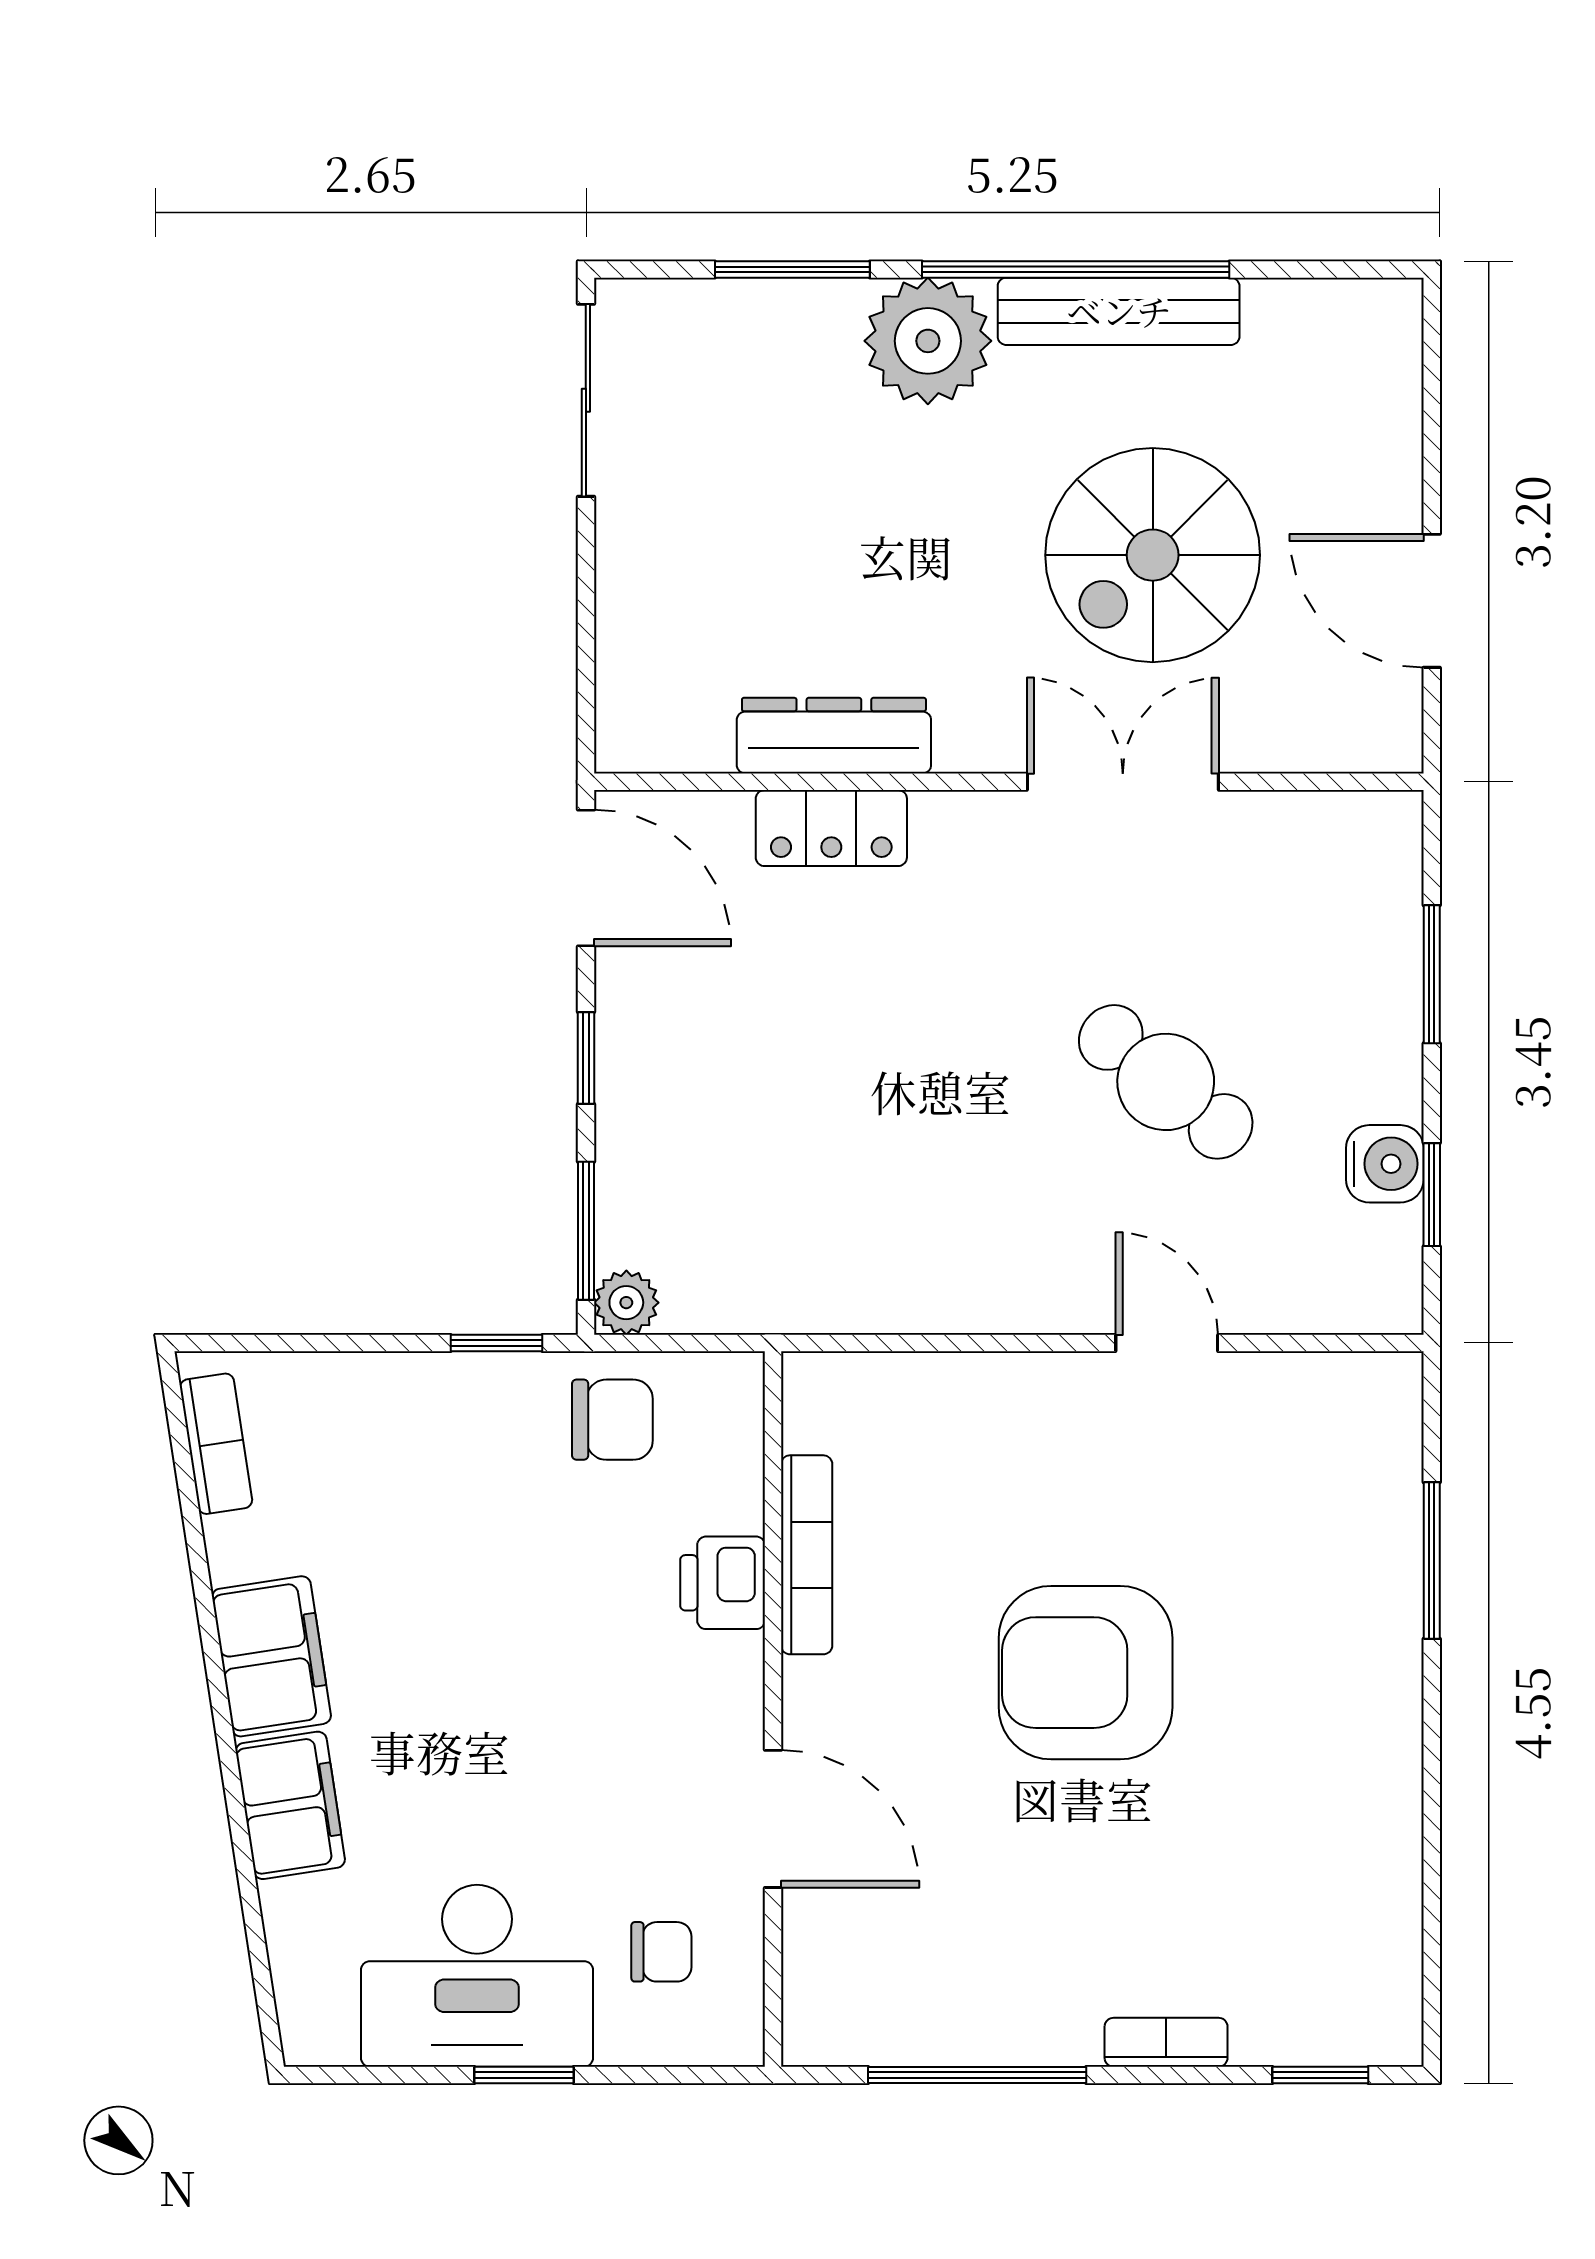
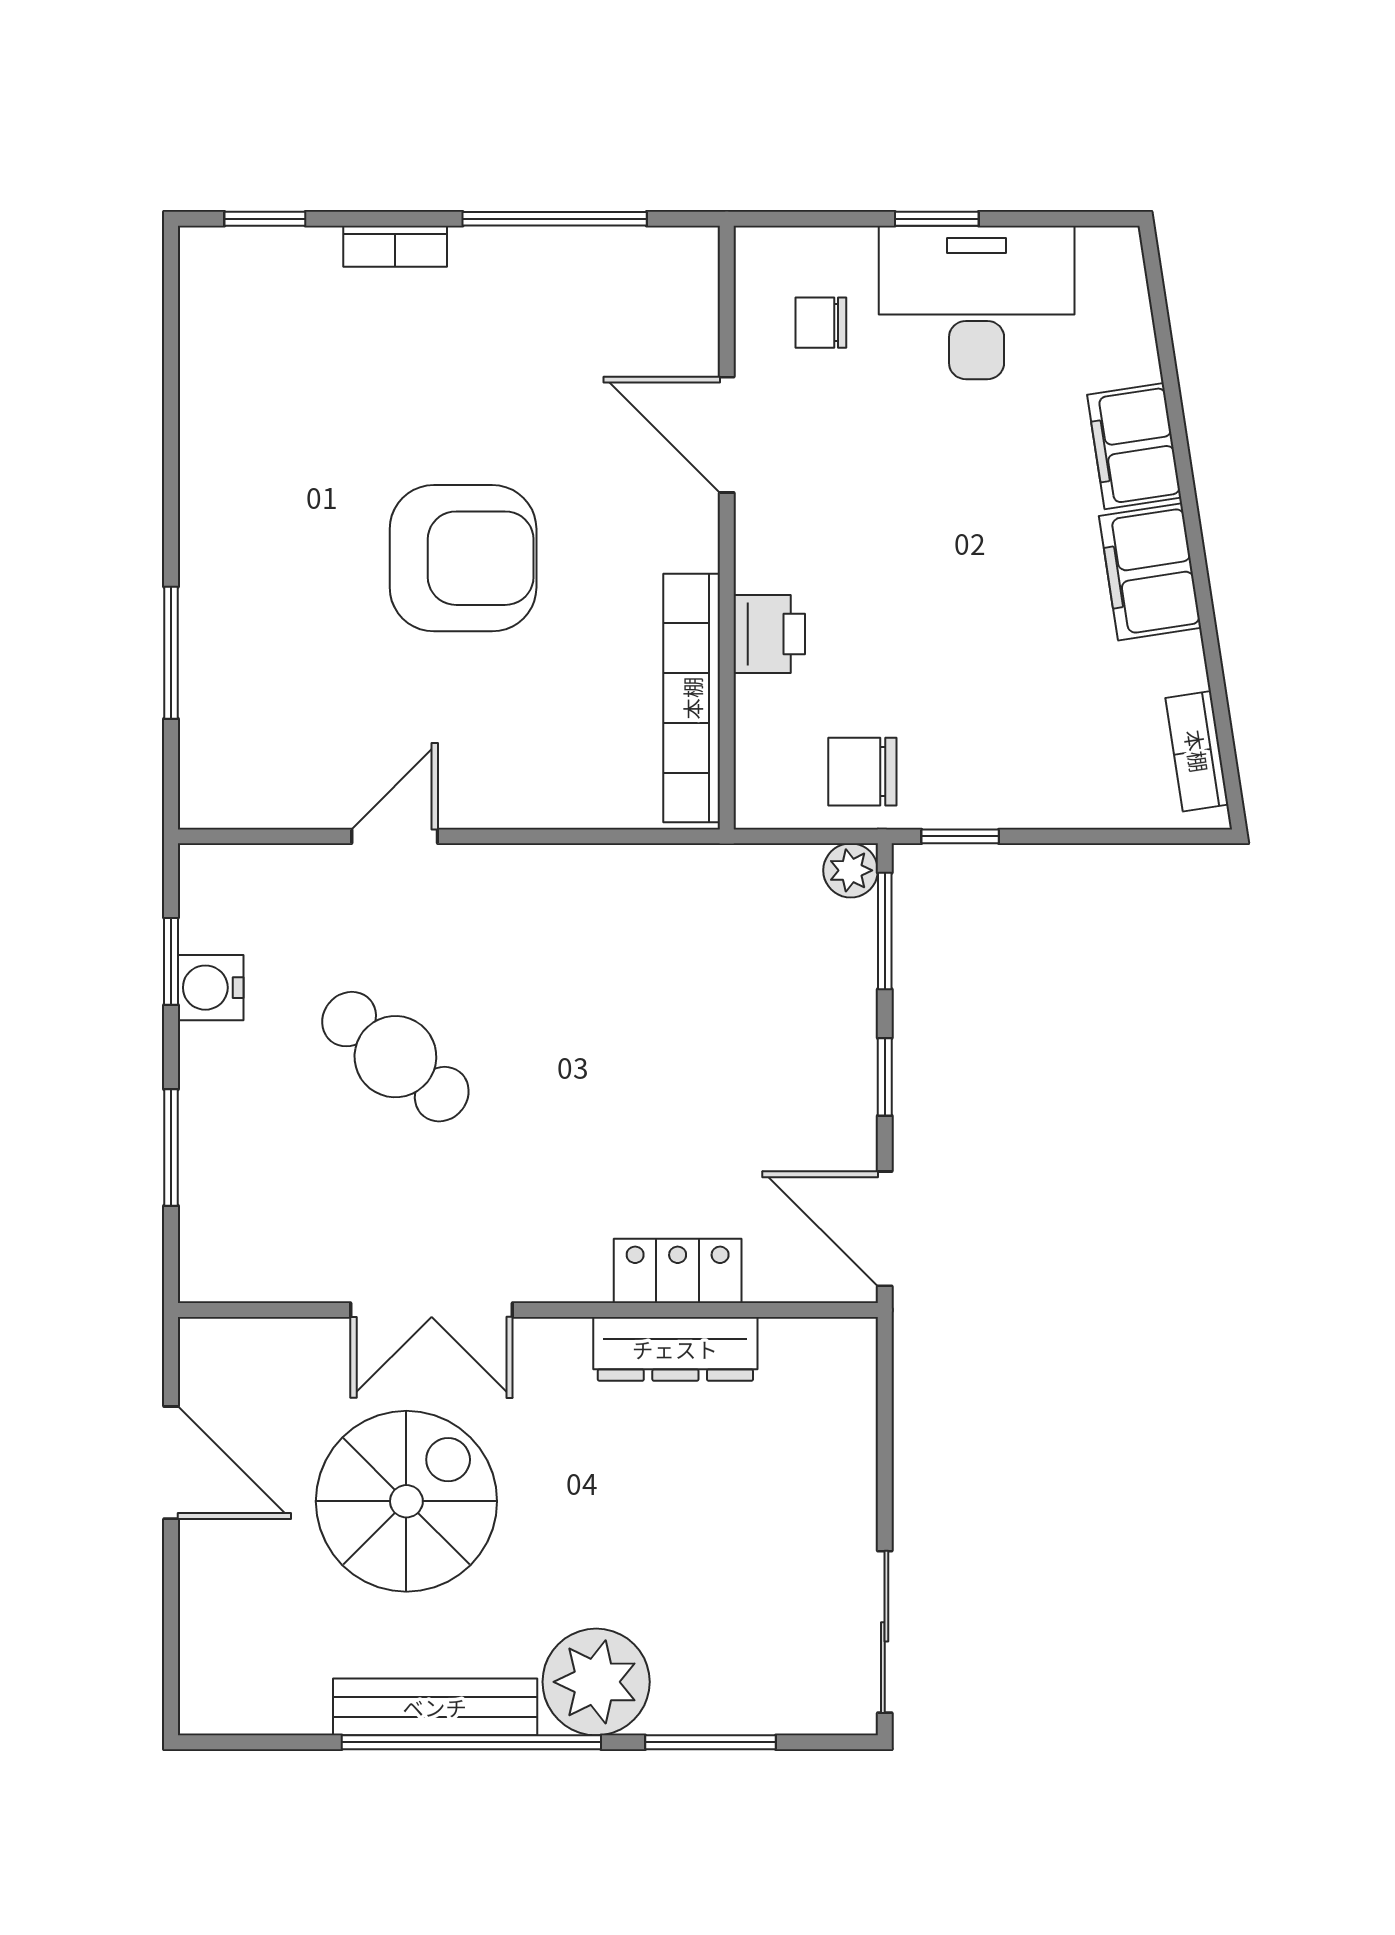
door: (1167, 1343) -> (395, 836), swing flipped
bookcase: (807, 1555) -> (692, 698), width x1.48, depth x1.31

